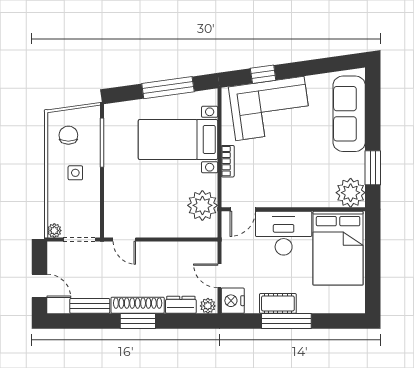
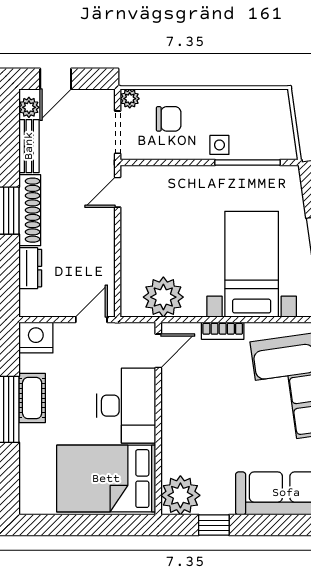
chair: (68, 135) -> (169, 119), moved
window: (373, 168) -> (214, 525), width x0.67
side table: (75, 173) -> (219, 145), moved
door: (243, 209) -> (158, 351), swing flipped
door: (219, 276) -> (91, 320), moved
plant: (208, 306) -> (29, 107), moved

